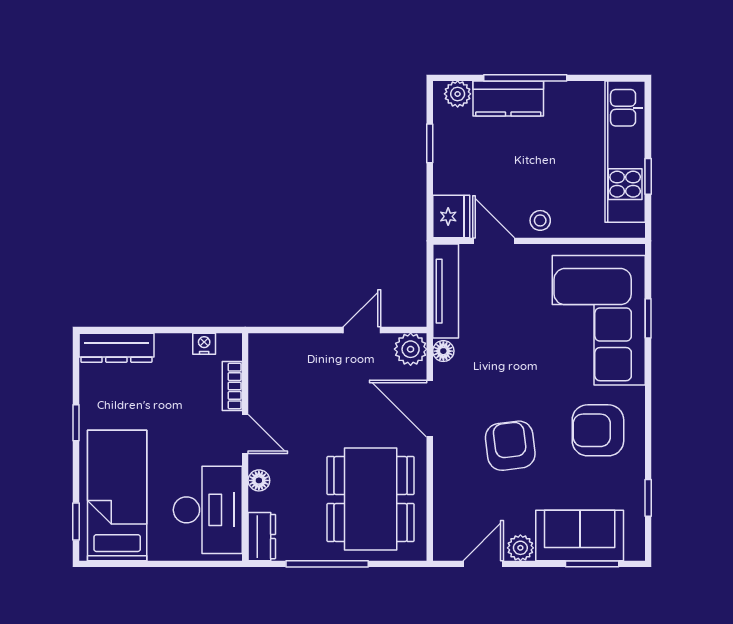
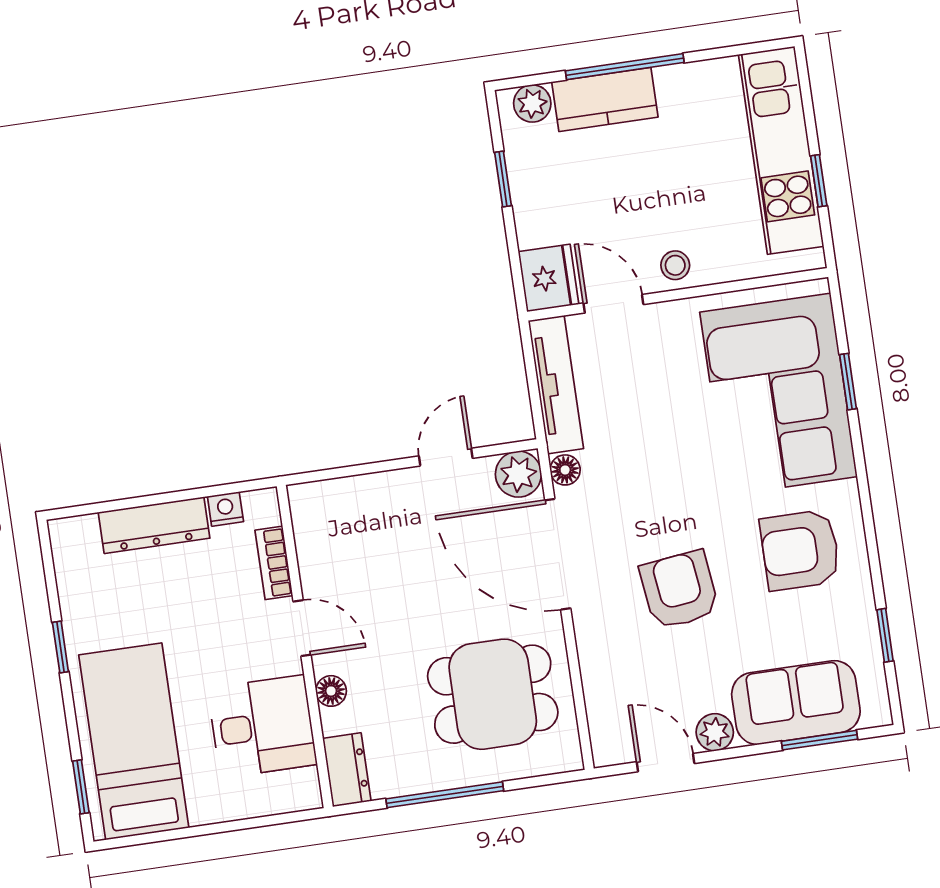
dresser: (116, 348) -> (154, 525), moved
door: (430, 409) -> (558, 554), width x1.36
dining table: (371, 499) -> (493, 694), width x0.73
desk: (208, 510) -> (262, 726), width x0.73
door: (483, 564) -> (666, 763), hinge flipped

